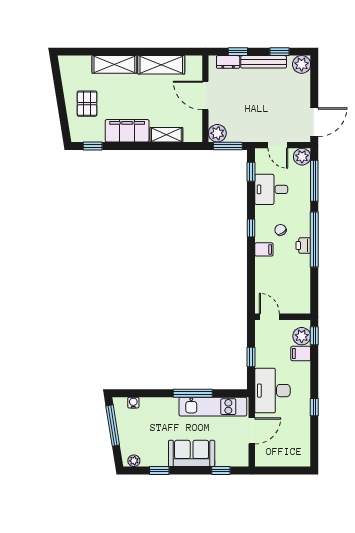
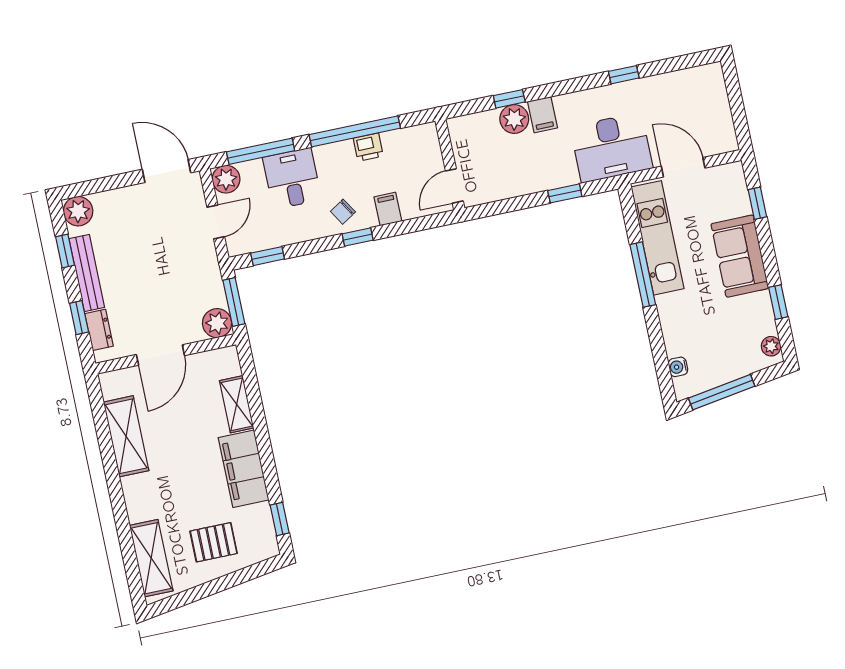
shelving: (114, 64) -> (151, 558), moved
desk: (271, 189) -> (292, 179), moved, turned 180
chair: (281, 230) -> (343, 212), moved
door: (269, 317) -> (454, 186), moved
wall: (283, 317) -> (450, 164), moved

